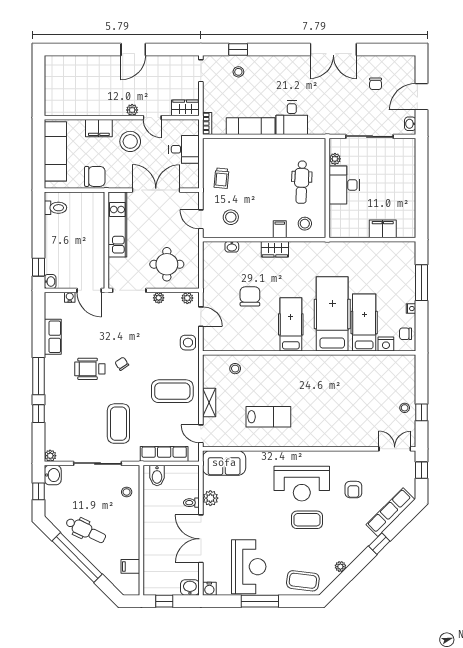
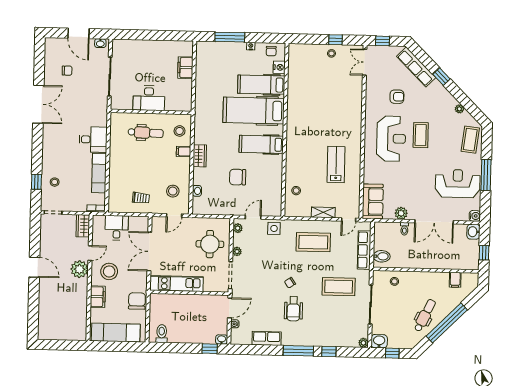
plant: (132, 110) -> (79, 269), width x1.88, depth x1.88
plant: (335, 159) -> (127, 105), removed
coffee table: (172, 391) -> (313, 242), turned 90

